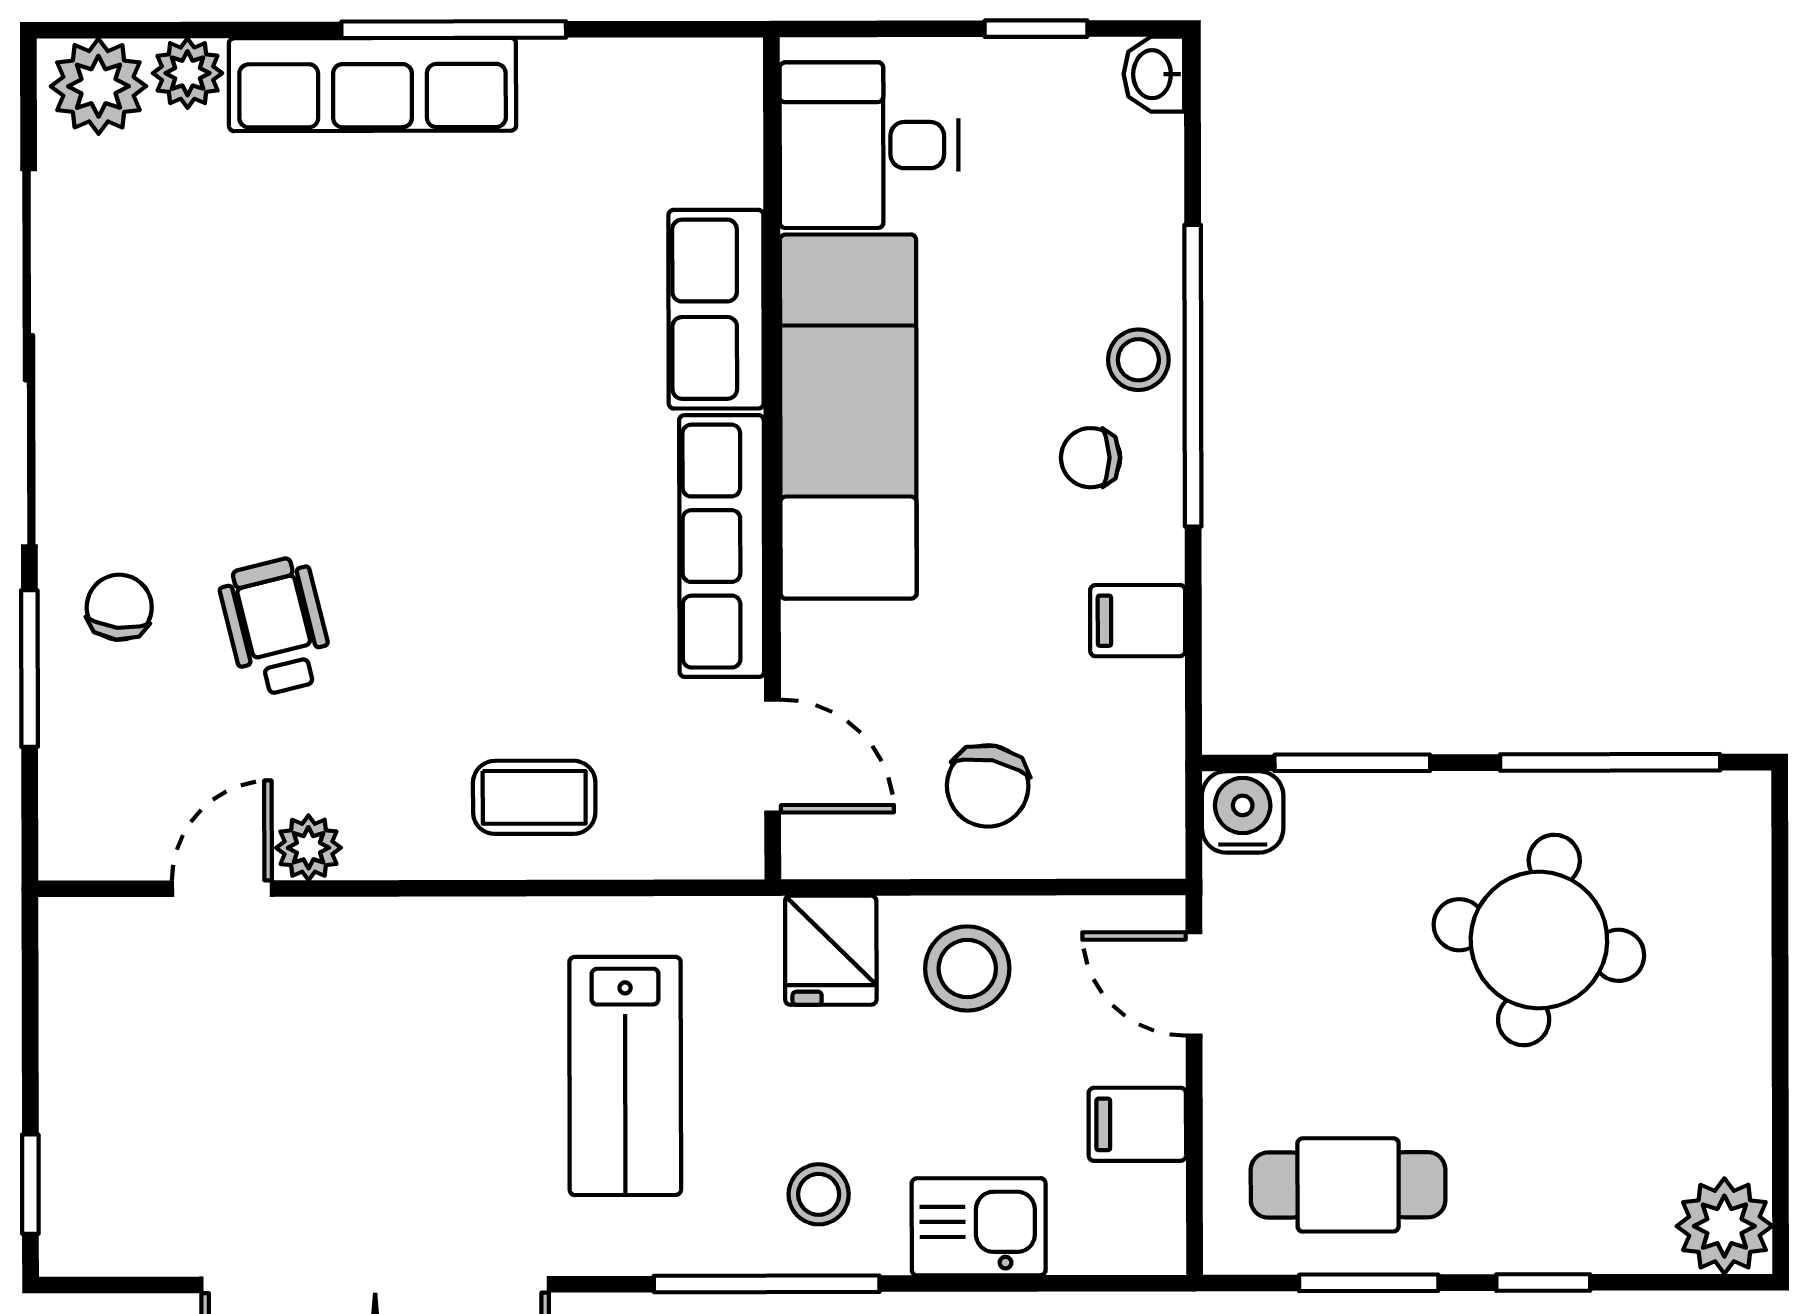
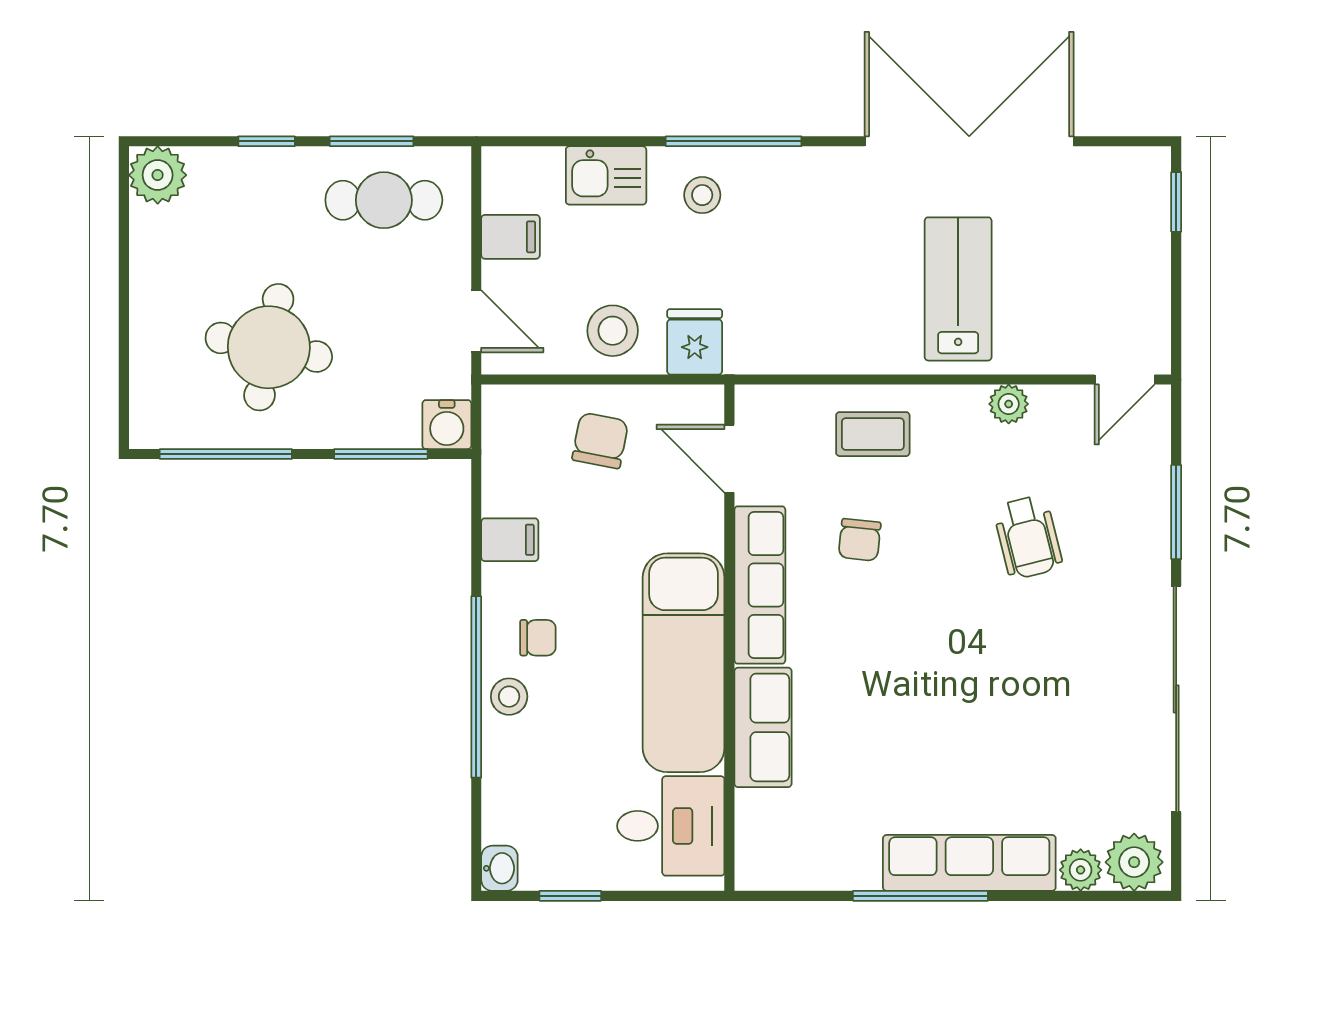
chair: (119, 607) -> (860, 540), moved
door: (222, 889) -> (1125, 380), moved
lab bench: (625, 1076) -> (958, 289), moved

